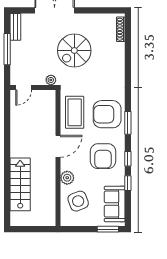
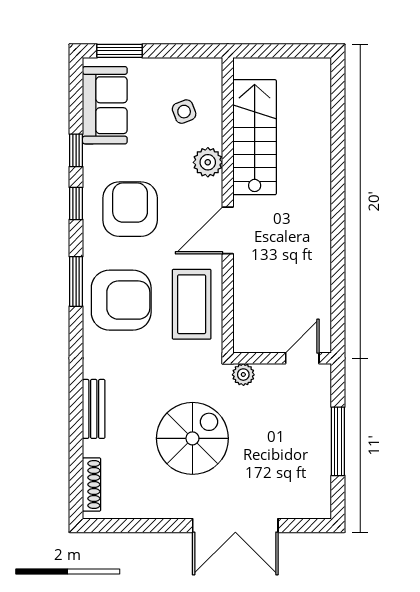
bench: (15, 27) -> (94, 409), moved
stairs: (20, 184) -> (255, 137), moved, turned 180
side table: (78, 201) -> (184, 112), width x0.54, depth x0.54

